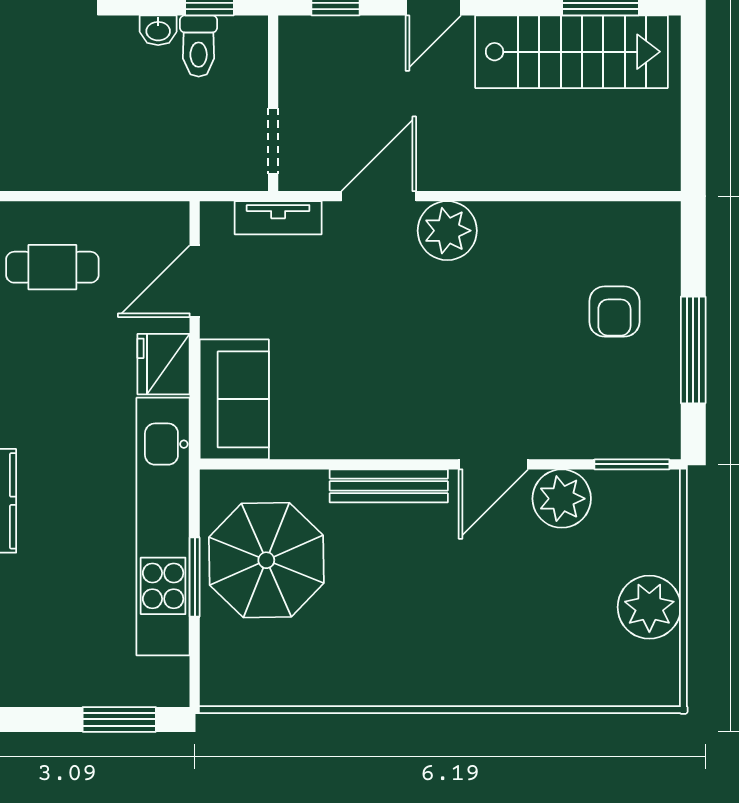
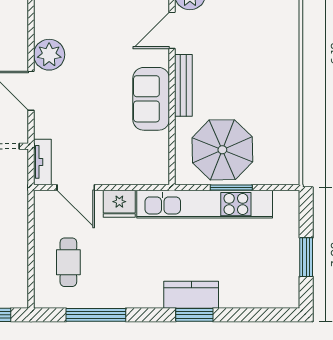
tv unit: (278, 218) -> (42, 162), moved
sofa: (234, 399) -> (151, 99), moved, turned -90
door: (493, 464) -> (172, 30), swing flipped
window: (119, 719) -> (306, 257), moved

